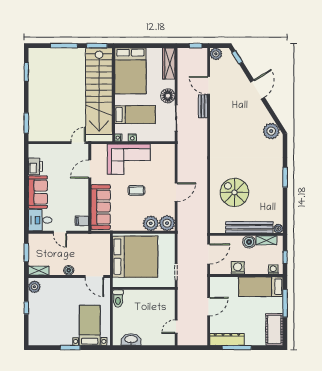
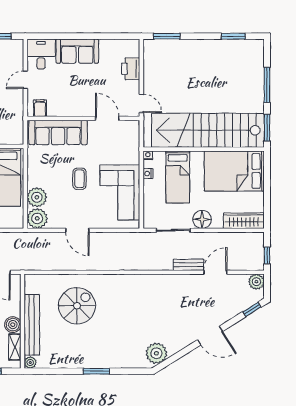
corner sofa: (129, 159) -> (120, 192), moved
printer: (35, 166) -> (131, 69), moved, turned 90

